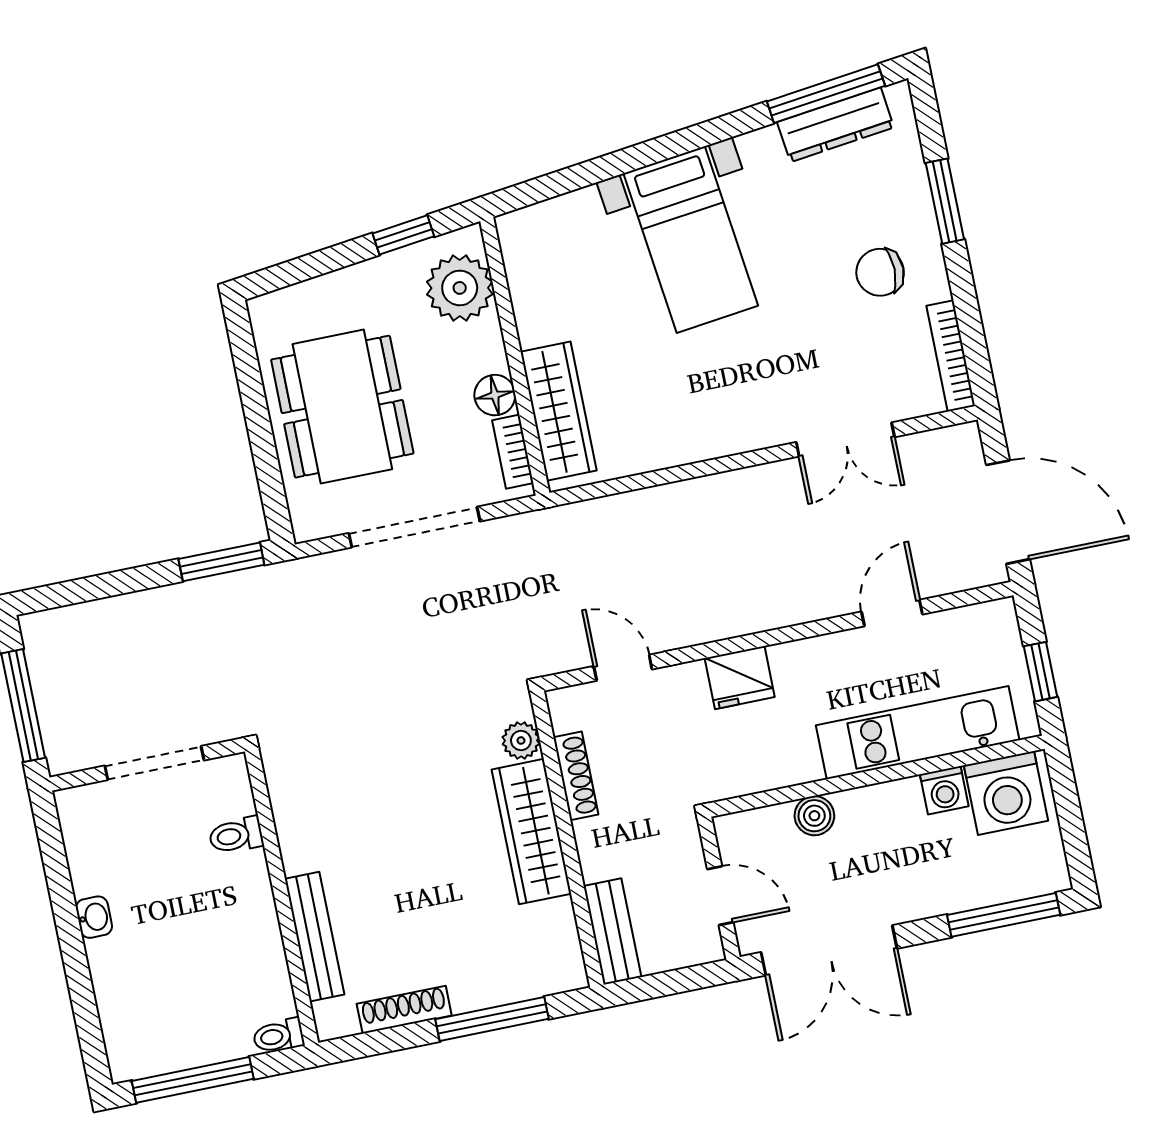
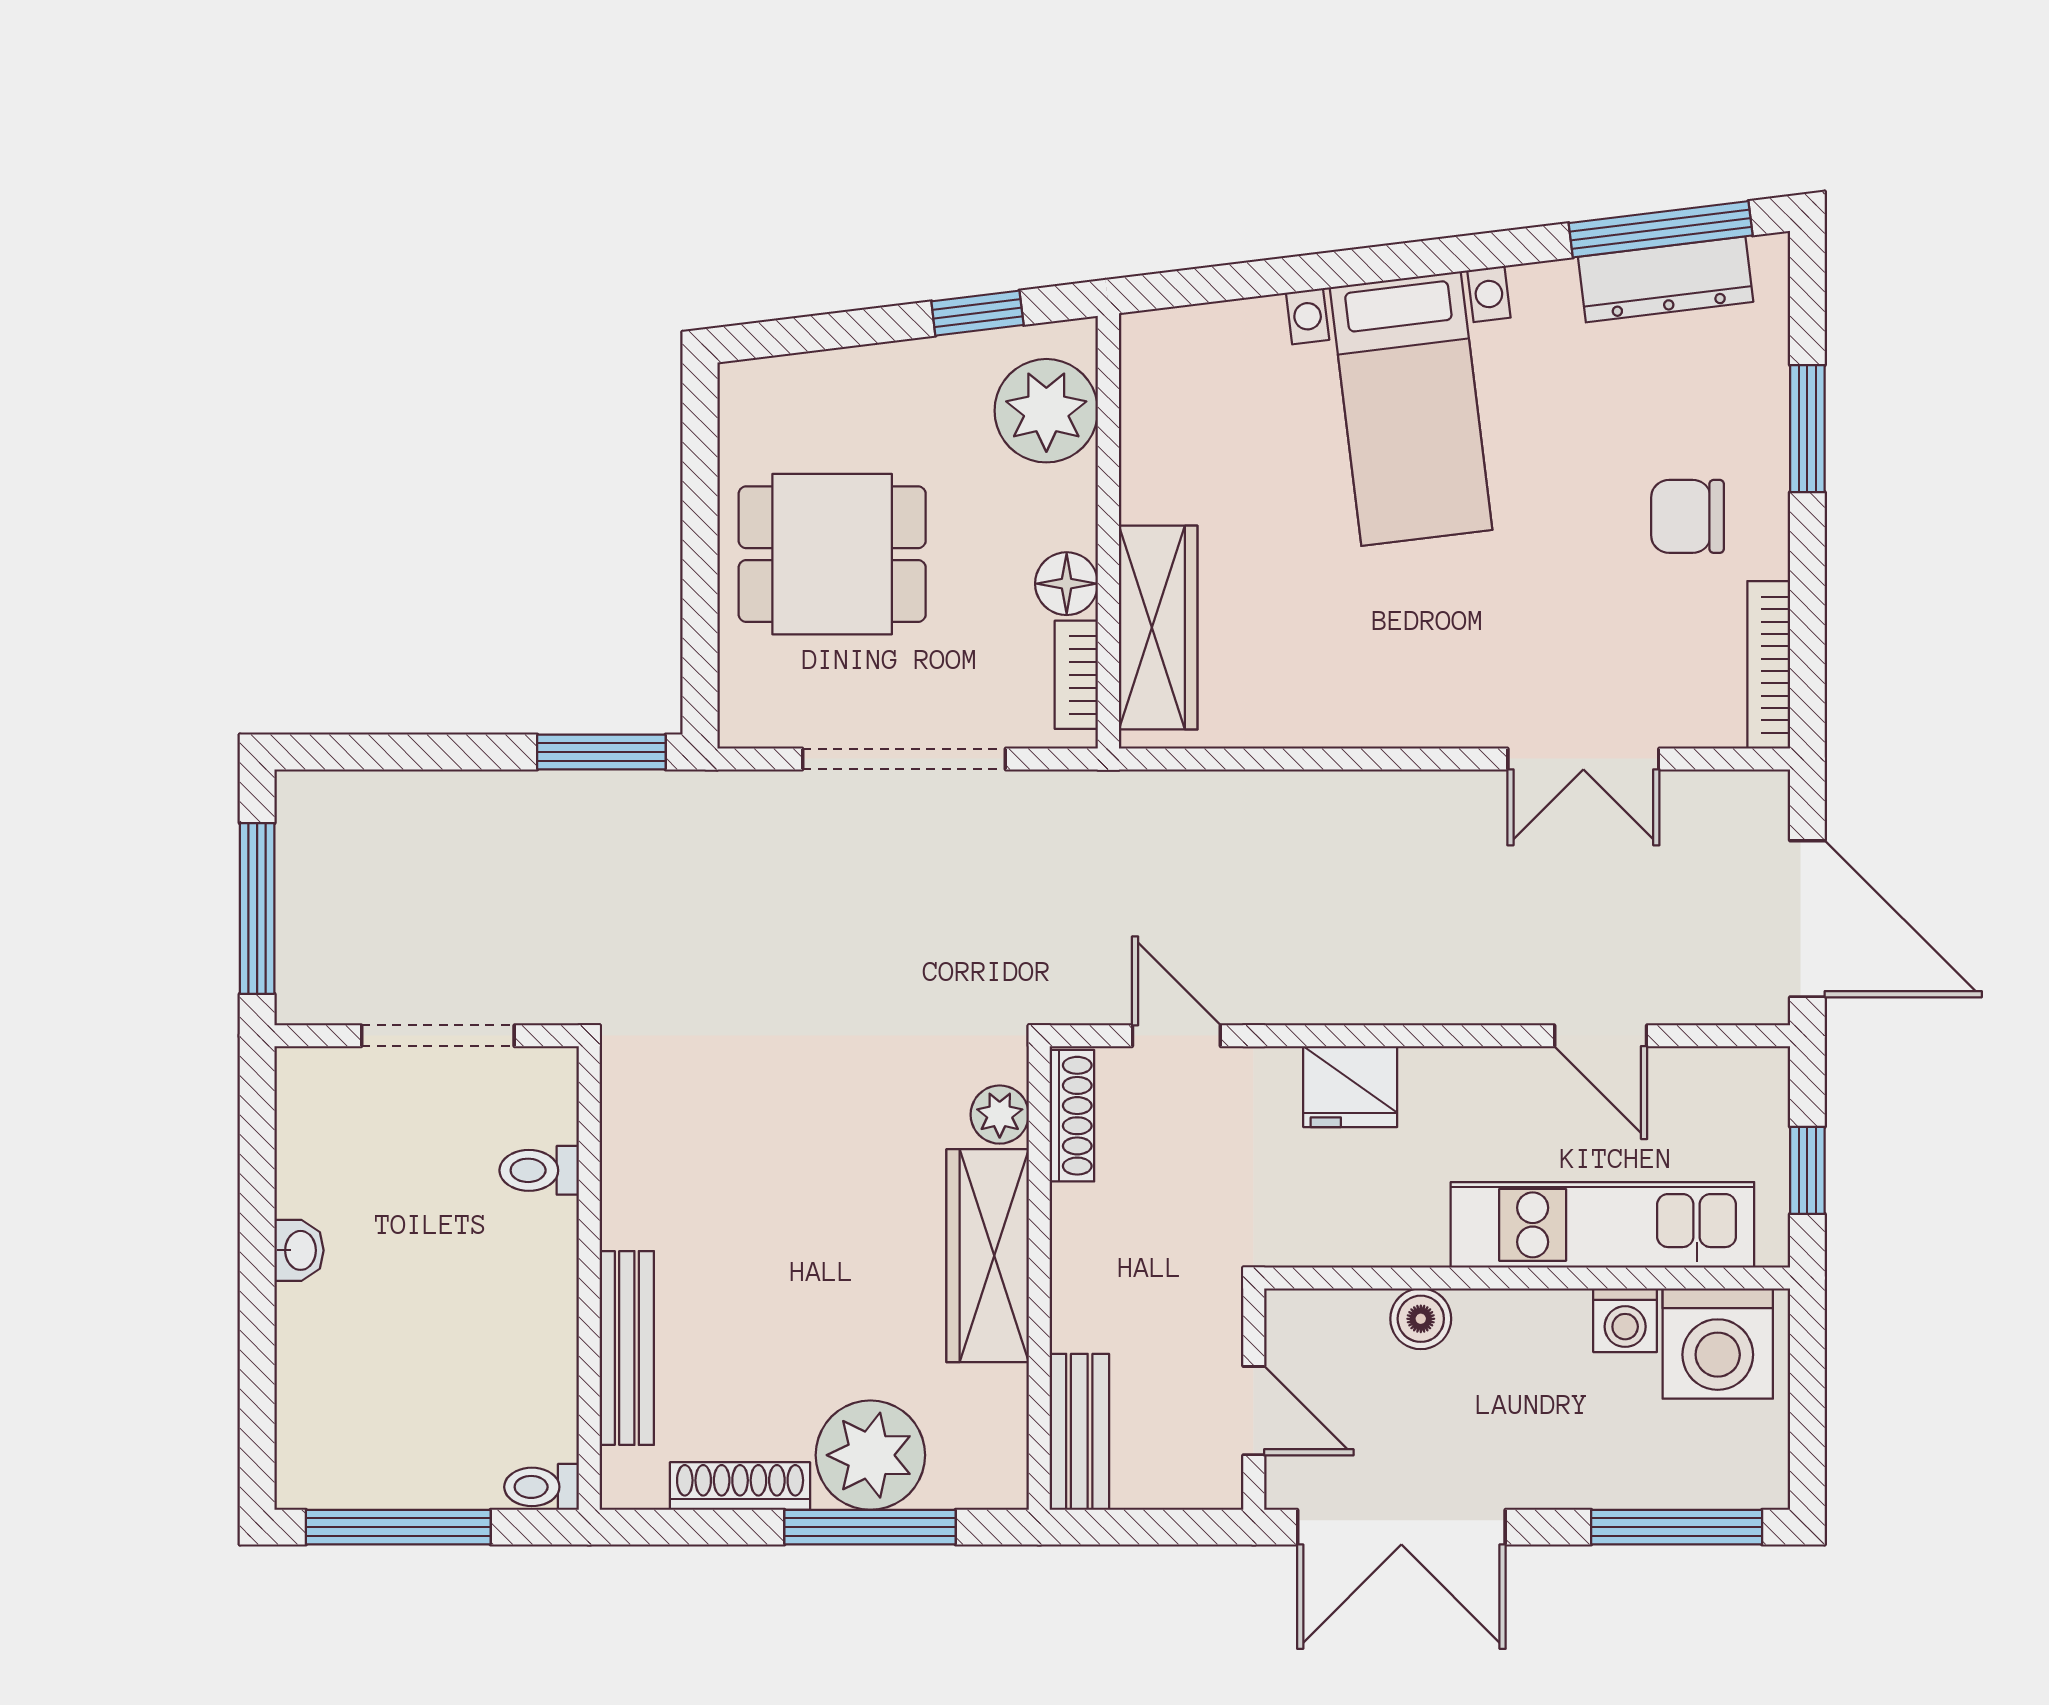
dining table: (342, 407) -> (832, 554), width x0.73
door: (892, 613) -> (1601, 1036), swing flipped
shoe rack: (576, 776) -> (1072, 1116), moved
plant: (483, 973) -> (870, 1455), added

